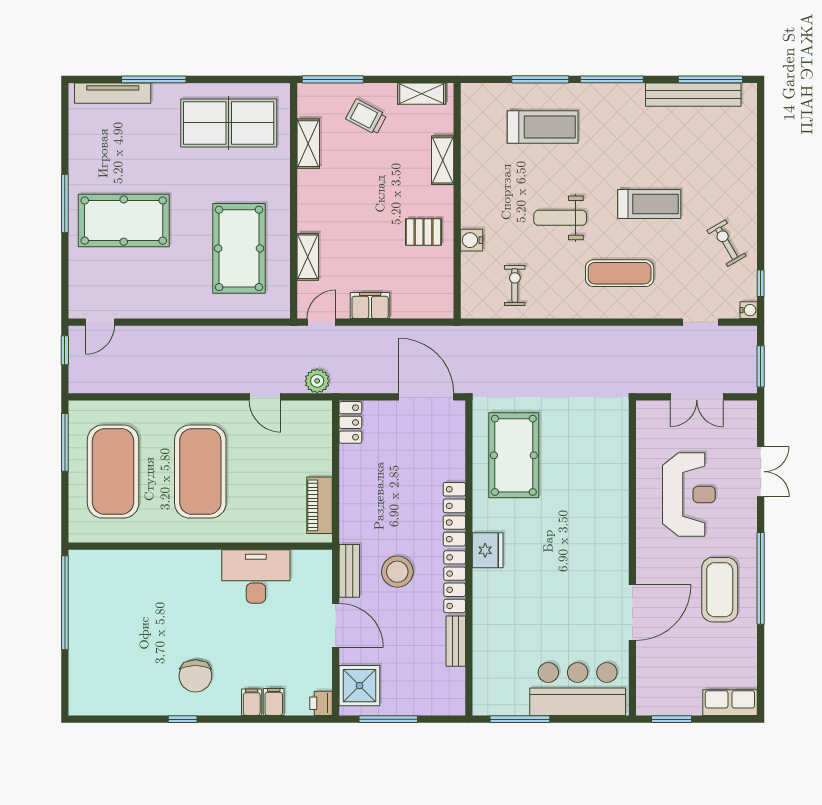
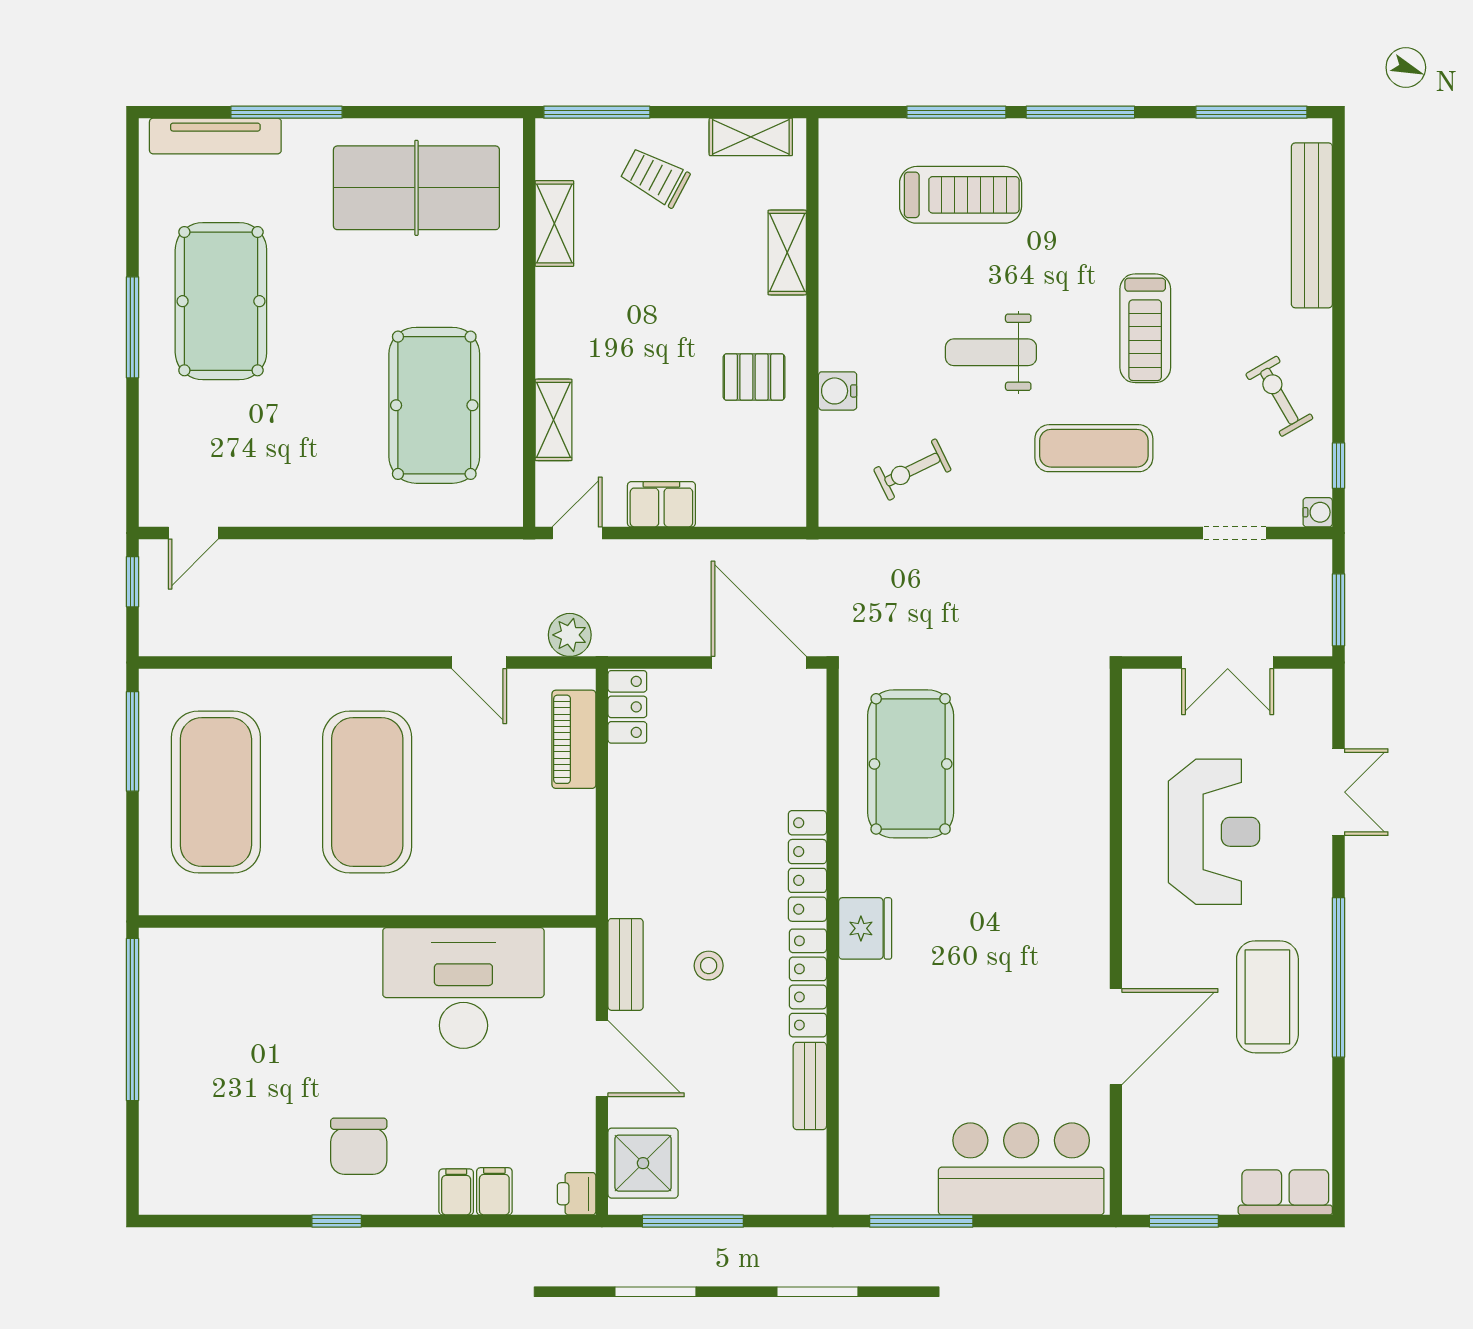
bench: (693, 95) -> (1312, 225), moved, turned 90
treadmill: (649, 204) -> (1145, 328), turned 90
pool table: (124, 221) -> (221, 301), moved, turned 90
exercise bike: (515, 286) -> (912, 470), turned -116
piano: (320, 505) -> (574, 739), moved
stool: (397, 572) -> (709, 966), width x0.53, depth x0.53
desk: (256, 577) -> (463, 988), width x1.36, depth x1.30

